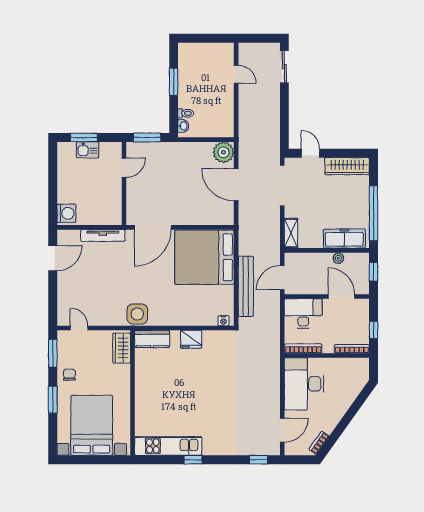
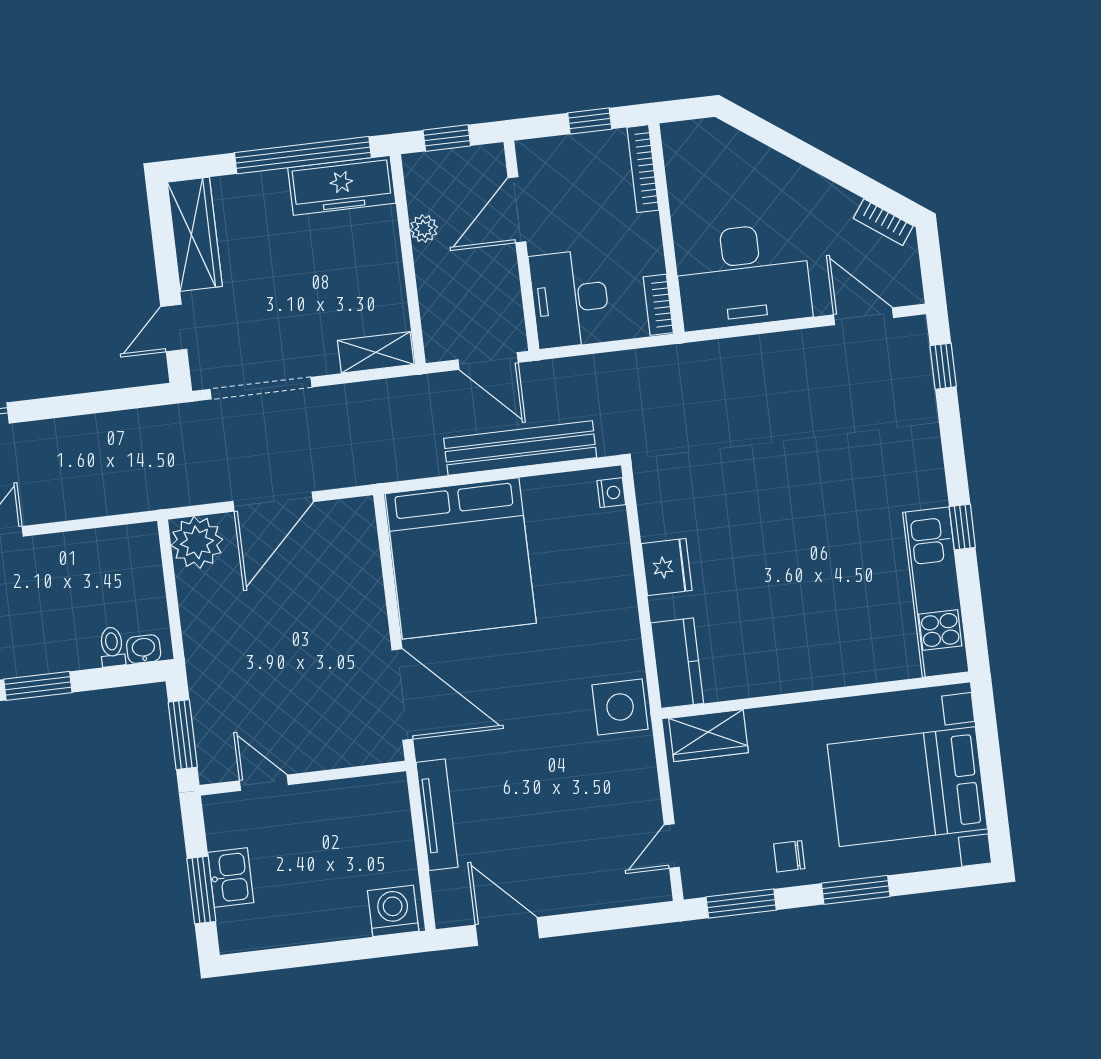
freezer: (344, 239) -> (342, 185), moved, turned -90
bookcase: (303, 349) -> (658, 305), width x0.64

